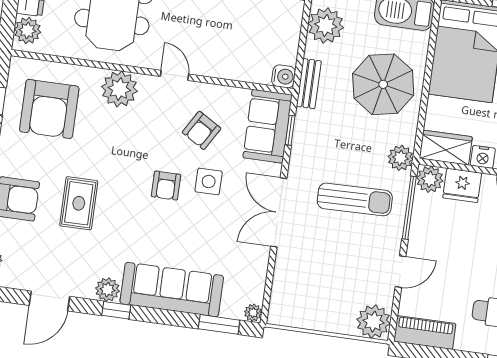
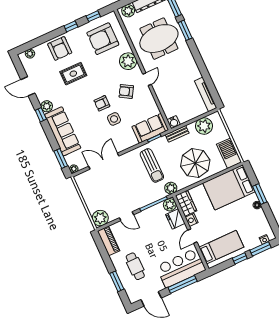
armchair: (202, 130) -> (126, 91), moved
sun lounger: (355, 199) -> (152, 165), moved
double door: (279, 212) -> (104, 161), moved

